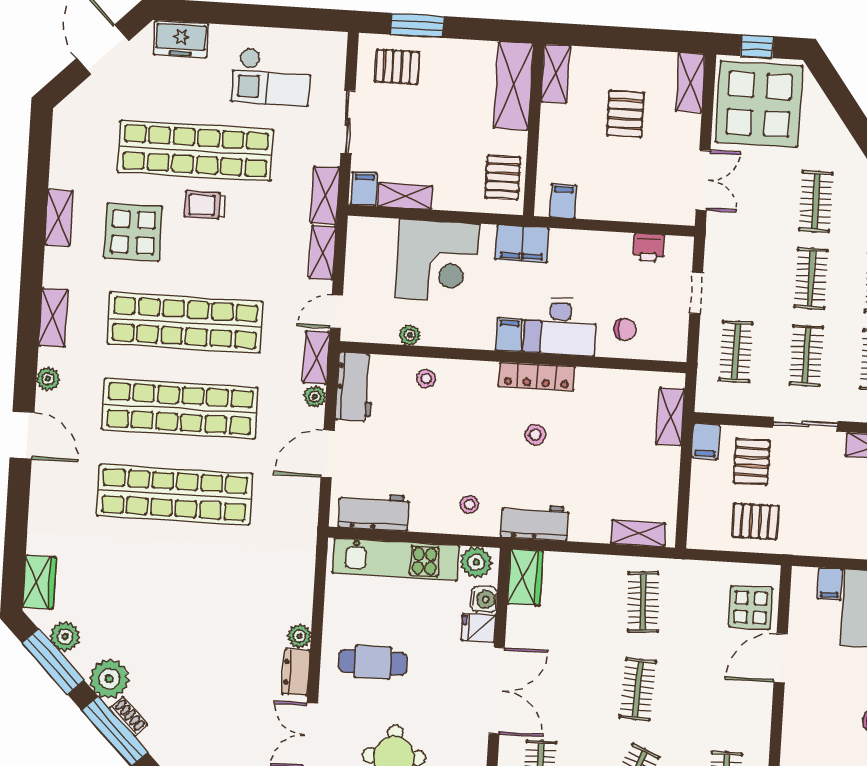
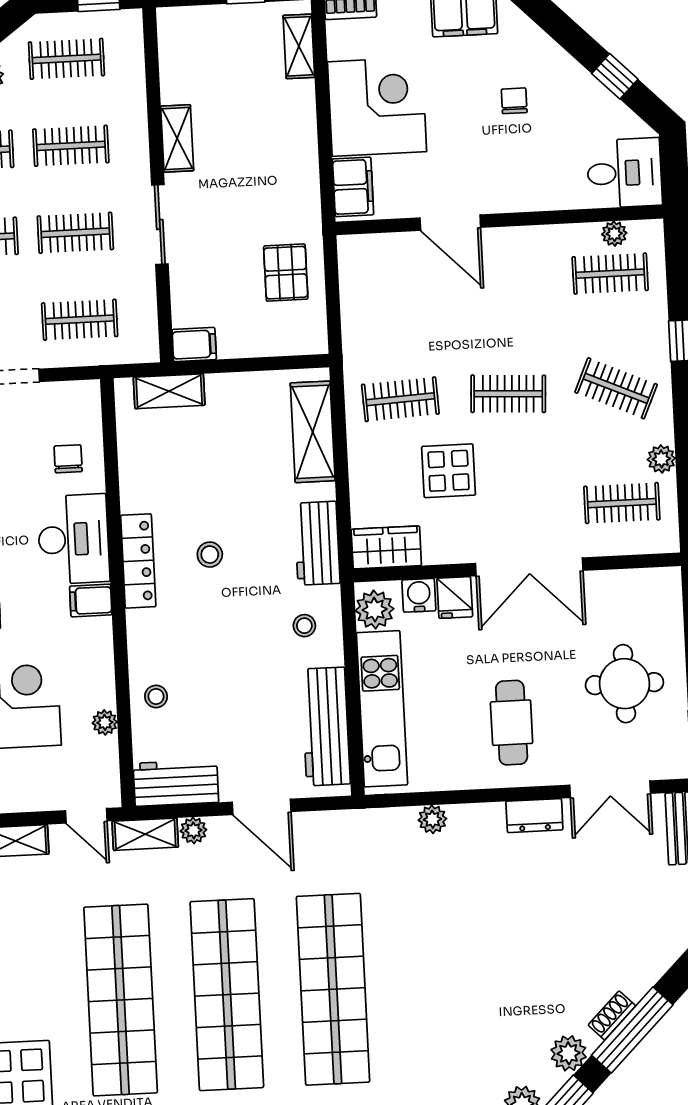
pallet: (752, 462) -> (213, 285), removed
workbench: (374, 512) -> (326, 726), width x1.38
shelving: (638, 533) -> (313, 432), width x1.50, depth x1.33
filing cabinet: (830, 584) -> (353, 187), width x2.00
display table: (751, 608) -> (449, 471), moved
plant: (299, 636) -> (432, 819), moved
plant: (109, 679) -> (569, 1053), width x0.73, depth x0.73
double door: (497, 691) -> (529, 567), swing flipped

